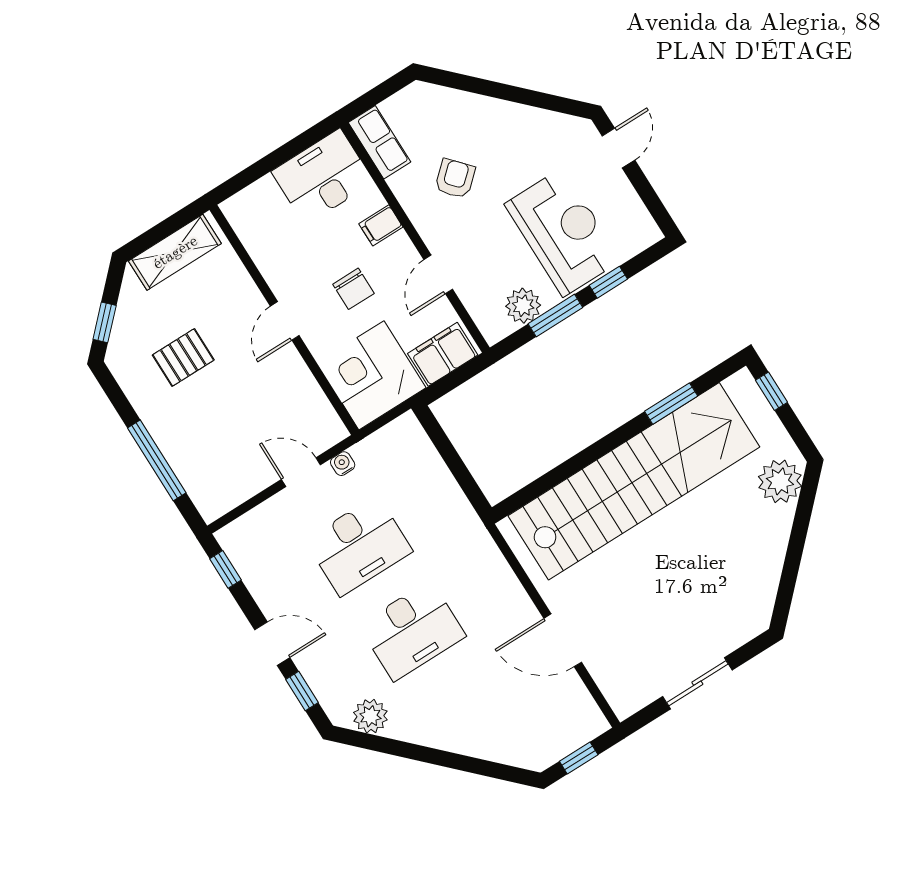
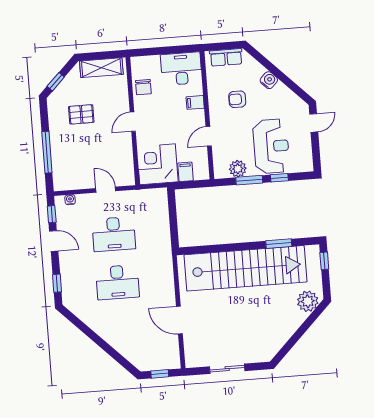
water cooler: (494, 113) -> (269, 80), added
row of seats: (380, 142) -> (226, 57), moved, turned 90
armchair: (455, 179) -> (237, 99), turned -138
chair: (353, 289) -> (143, 87), moved
filing cabinet: (443, 354) -> (186, 172), width x0.50
water cooler: (343, 464) -> (70, 200), moved
door: (272, 644) -> (54, 241), moved
plant: (370, 716) -> (80, 309), removed

